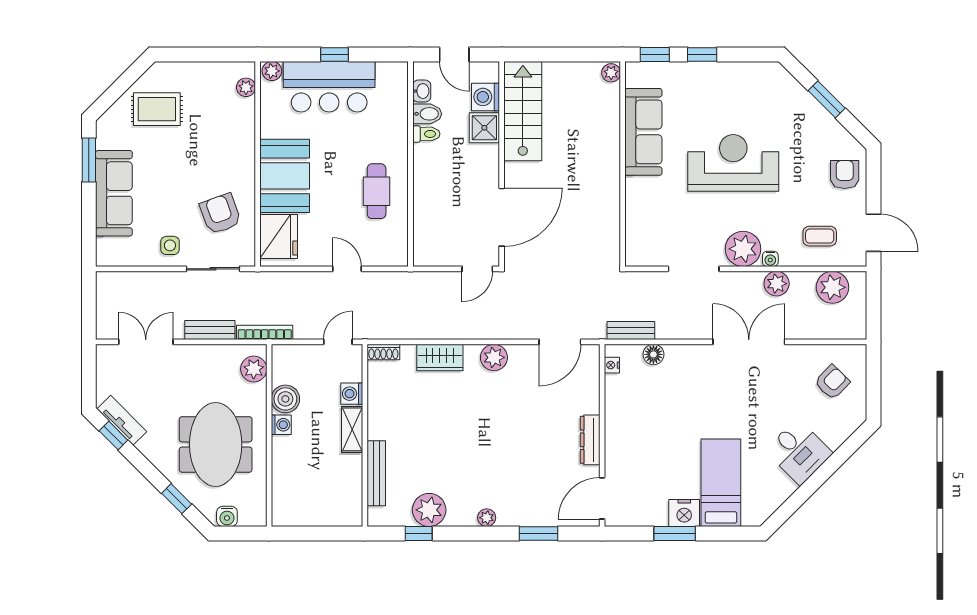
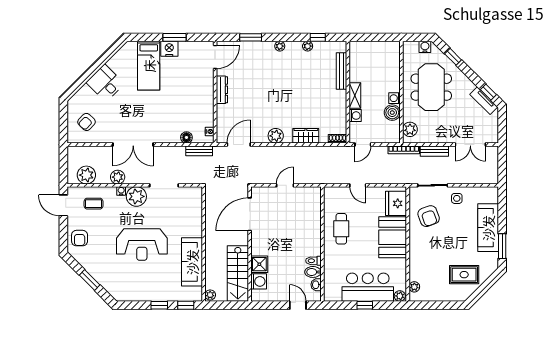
washing machine: (486, 97) -> (259, 281), moved
stairs: (523, 111) -> (238, 274), moved
shower: (484, 128) -> (259, 264), moved
wall: (502, 164) -> (250, 244), moved
door: (502, 217) -> (250, 214), moved
plant: (429, 510) -> (308, 46), width x0.53, depth x0.53

